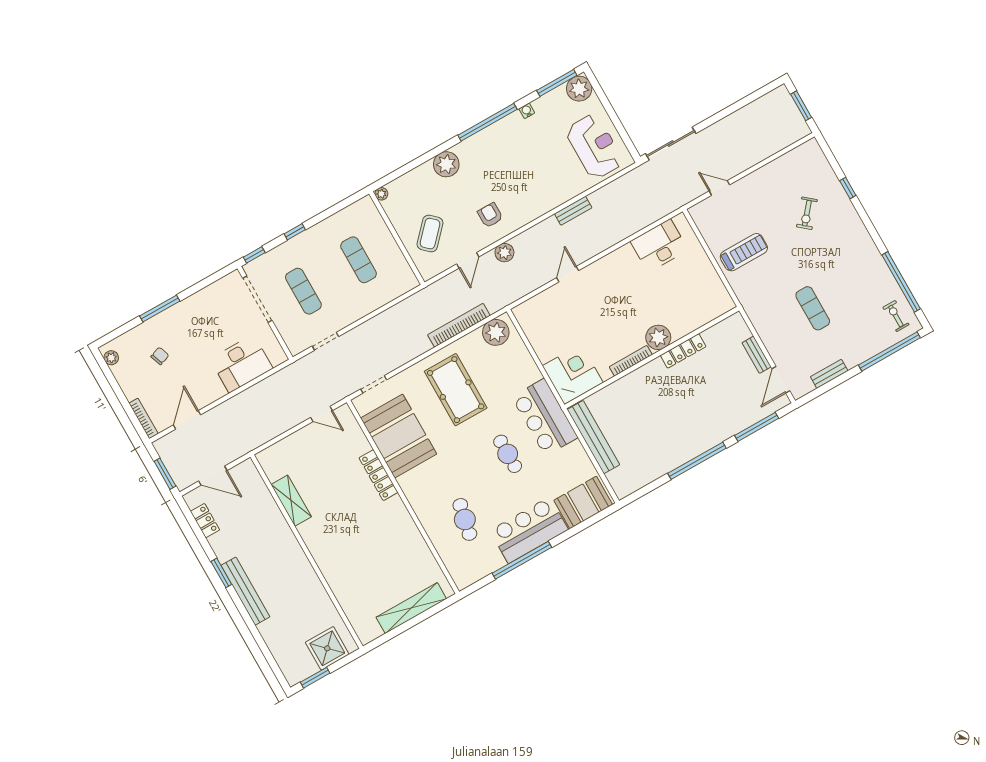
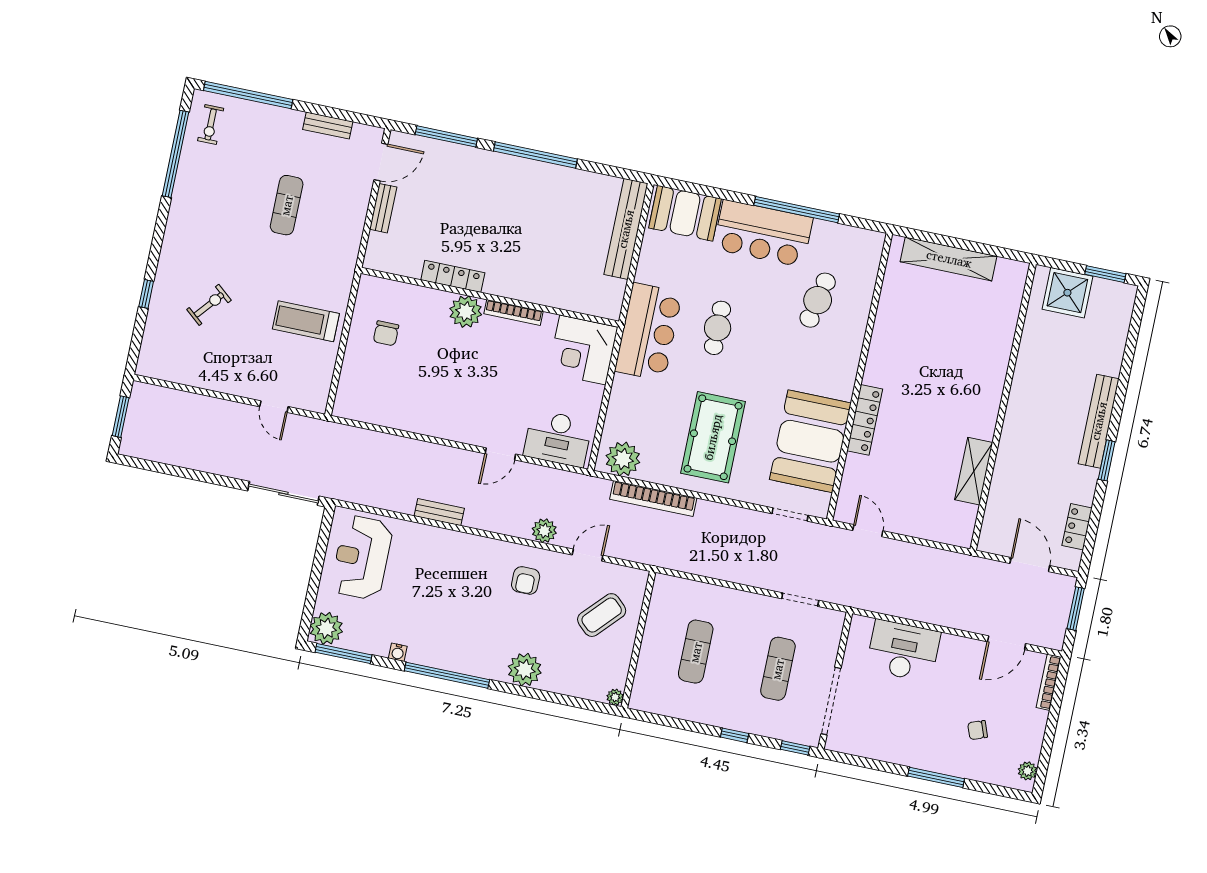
desk: (659, 246) -> (558, 438), moved
chair: (692, 285) -> (386, 333), added
bench: (593, 437) -> (626, 229), moved

